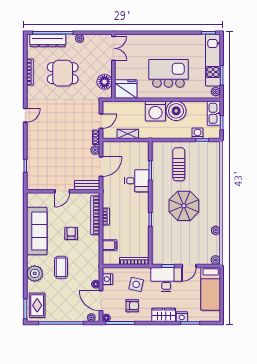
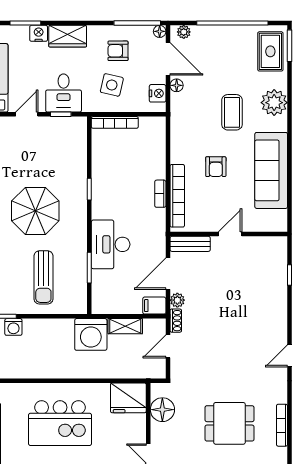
washing machine: (155, 111) -> (91, 334), moved, turned 180
boiler: (176, 111) -> (48, 363), removed
desk: (137, 181) -> (111, 244), width x1.37
filing cabinet: (110, 245) -> (154, 306), moved
desk: (166, 279) -> (64, 93), width x0.73

